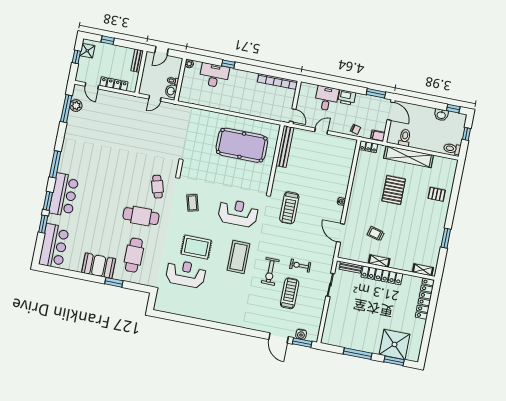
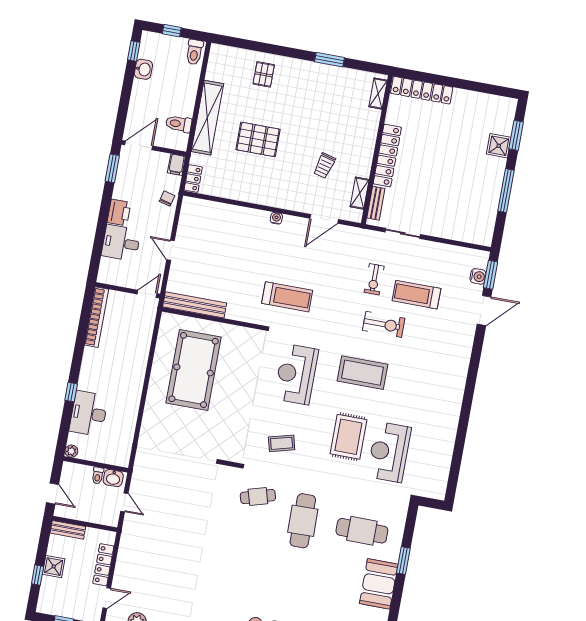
shower: (87, 51) -> (54, 567), moved
shelving: (379, 261) -> (360, 193), moved
shower: (394, 344) -> (499, 146), width x0.54, depth x0.54

